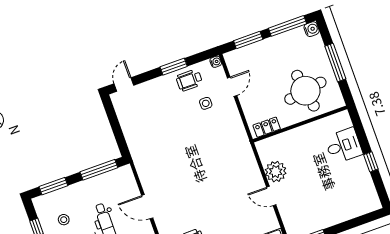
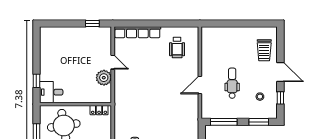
desk: (343, 146) -> (51, 92), moved
window: (371, 162) -> (36, 81), moved
door: (147, 207) -> (200, 85), swing flipped

